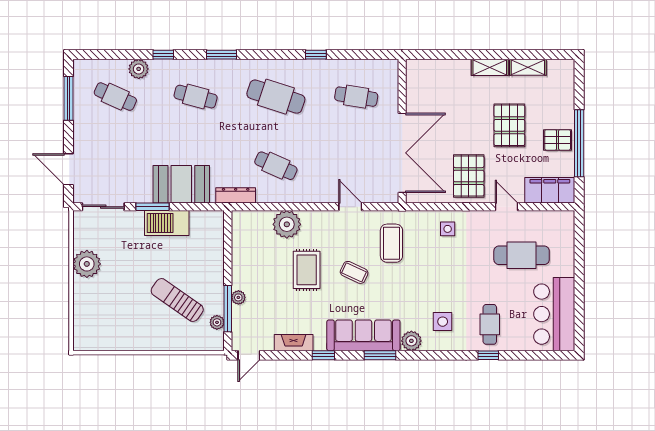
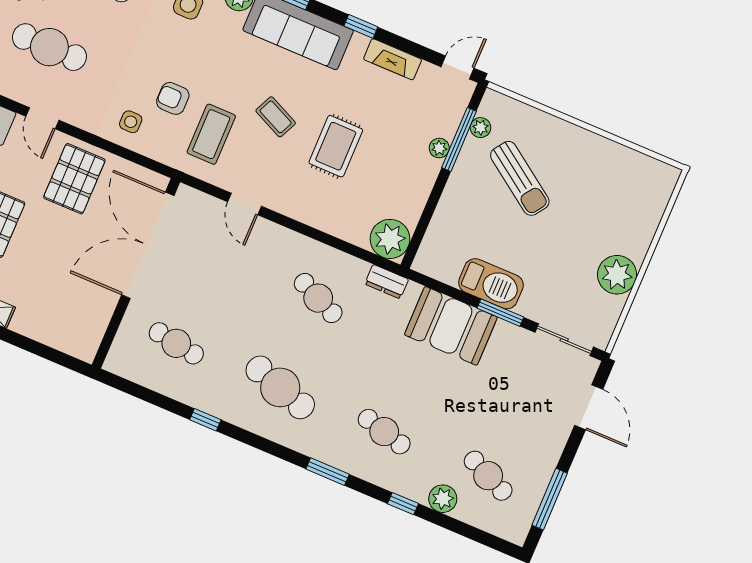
dresser: (236, 195) -> (387, 282), width x0.70
plant: (287, 224) -> (390, 239), moved
armchair: (427, 256) -> (173, 98), added

